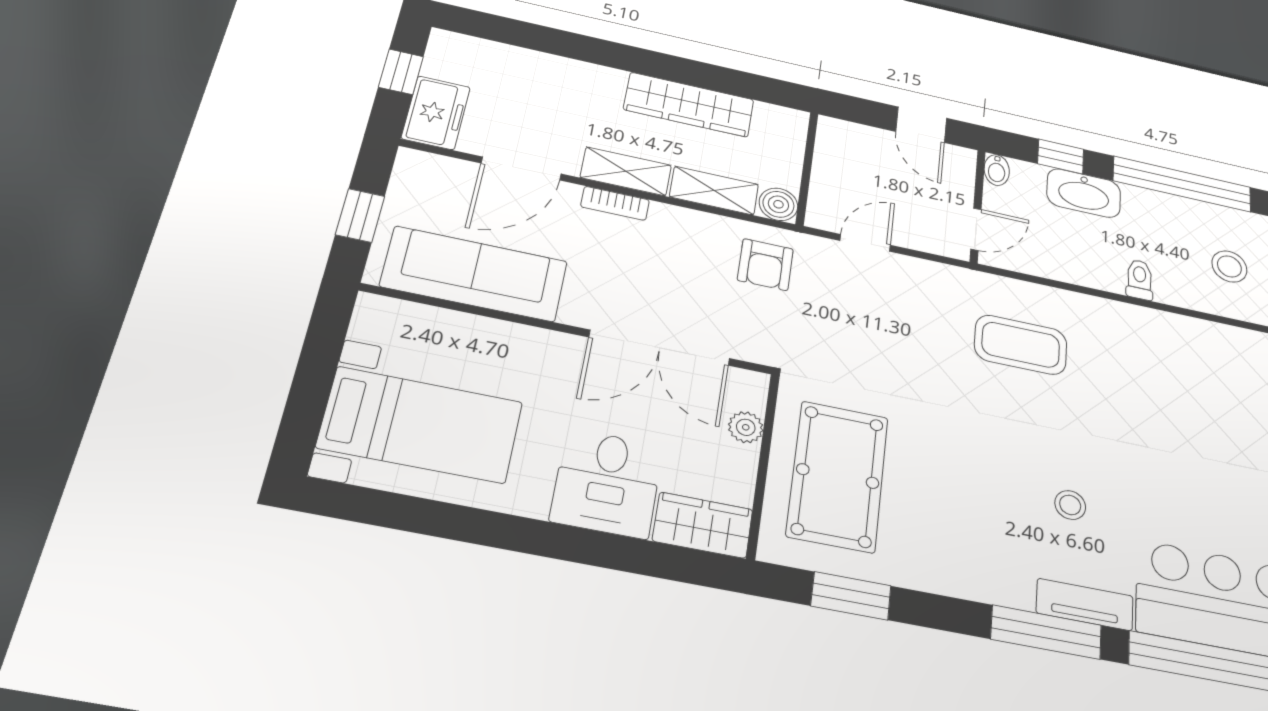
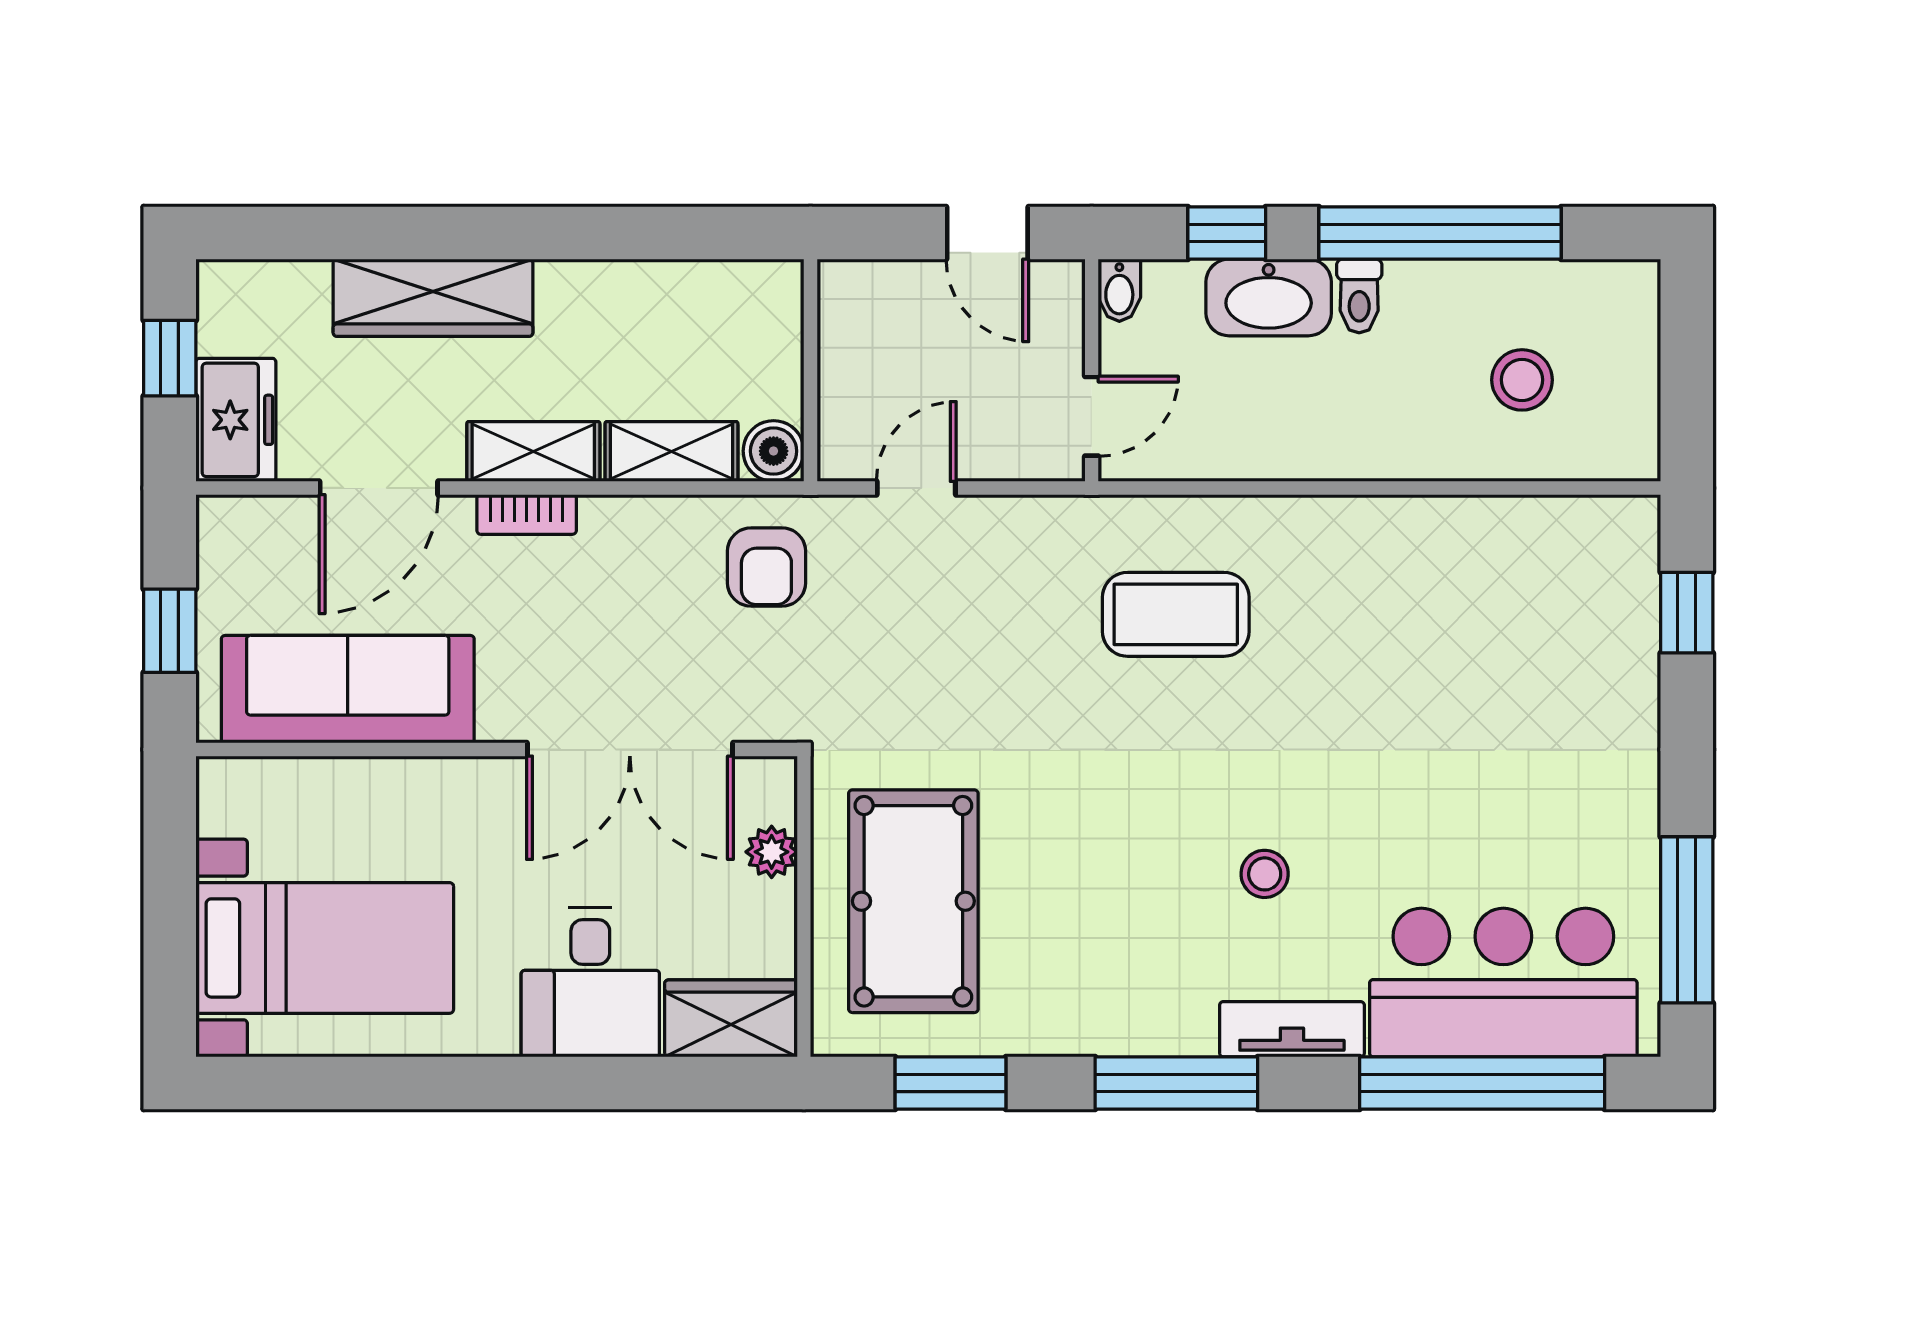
wardrobe: (689, 105) -> (433, 298), moved
toilet: (1140, 280) -> (1359, 296), moved, turned 180
window: (1046, 632) -> (1176, 1083), moved

